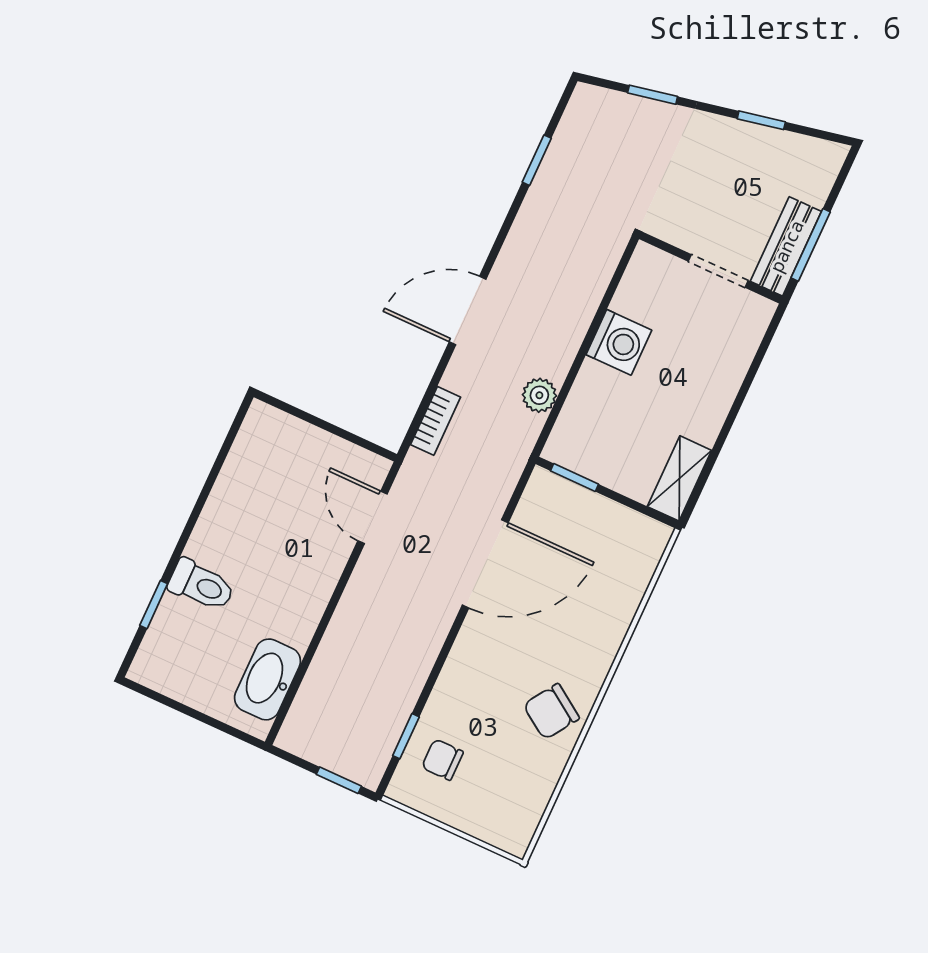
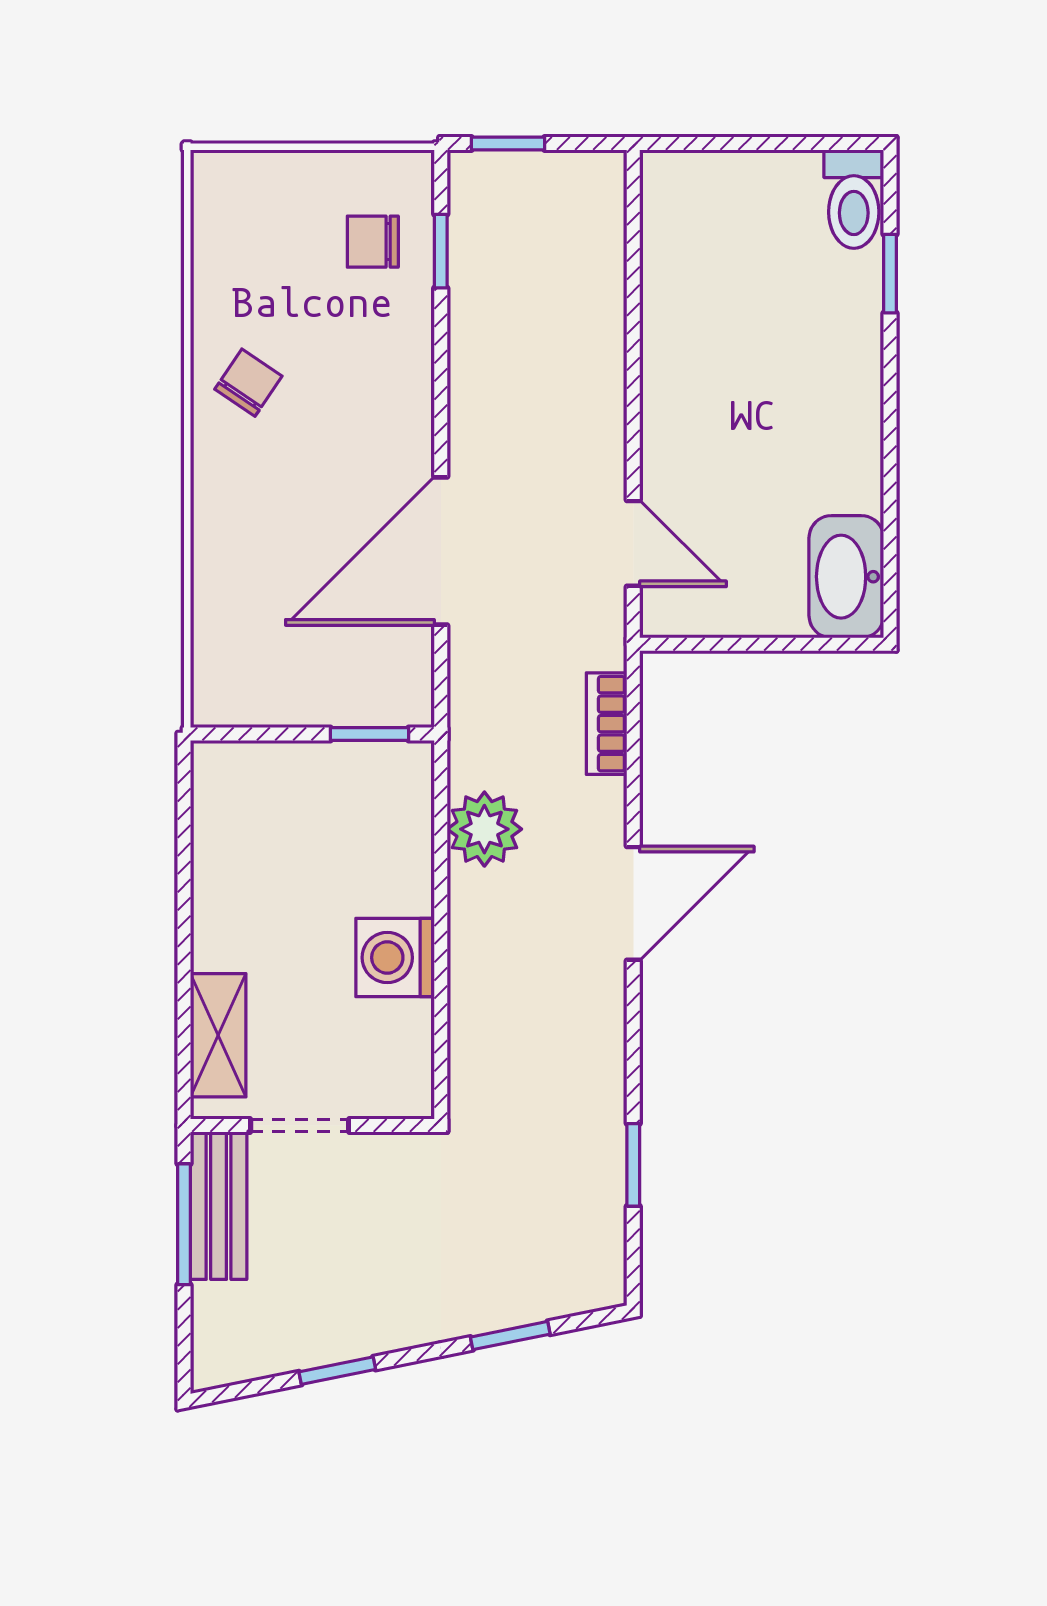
plant: (539, 395) -> (484, 829), width x1.38, depth x1.38
shelving: (679, 478) -> (218, 1035), moved
toilet: (201, 585) -> (854, 199), moved, turned -90
washbasin: (268, 679) -> (846, 577), moved, turned 180
chair: (551, 711) -> (248, 383), width x0.73, depth x0.73
chair: (442, 760) -> (373, 242), turned 180

